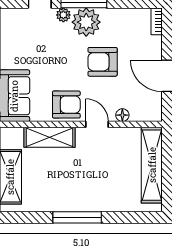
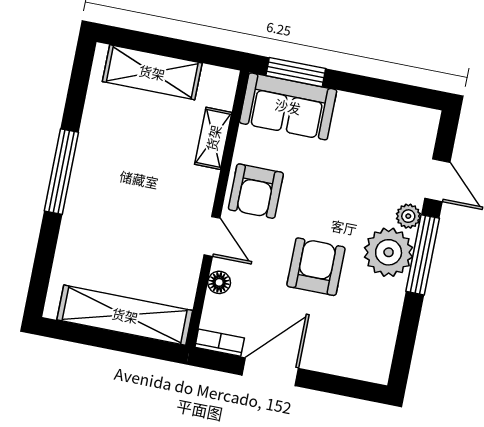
bookcase: (157, 21) -> (220, 343), moved
door: (97, 124) -> (212, 236), hinge flipped
shelving: (50, 137) -> (213, 138), width x0.67, depth x0.75

